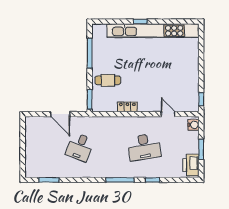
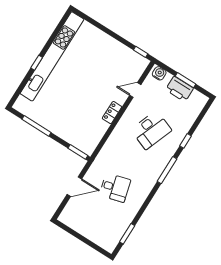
cafe table: (108, 80) -> (71, 125), removed
locker: (127, 107) -> (112, 113), moved
desk: (80, 147) -> (115, 188), turned -36
desk: (144, 147) -> (151, 130), turned 30
printer: (191, 165) -> (179, 89), moved

